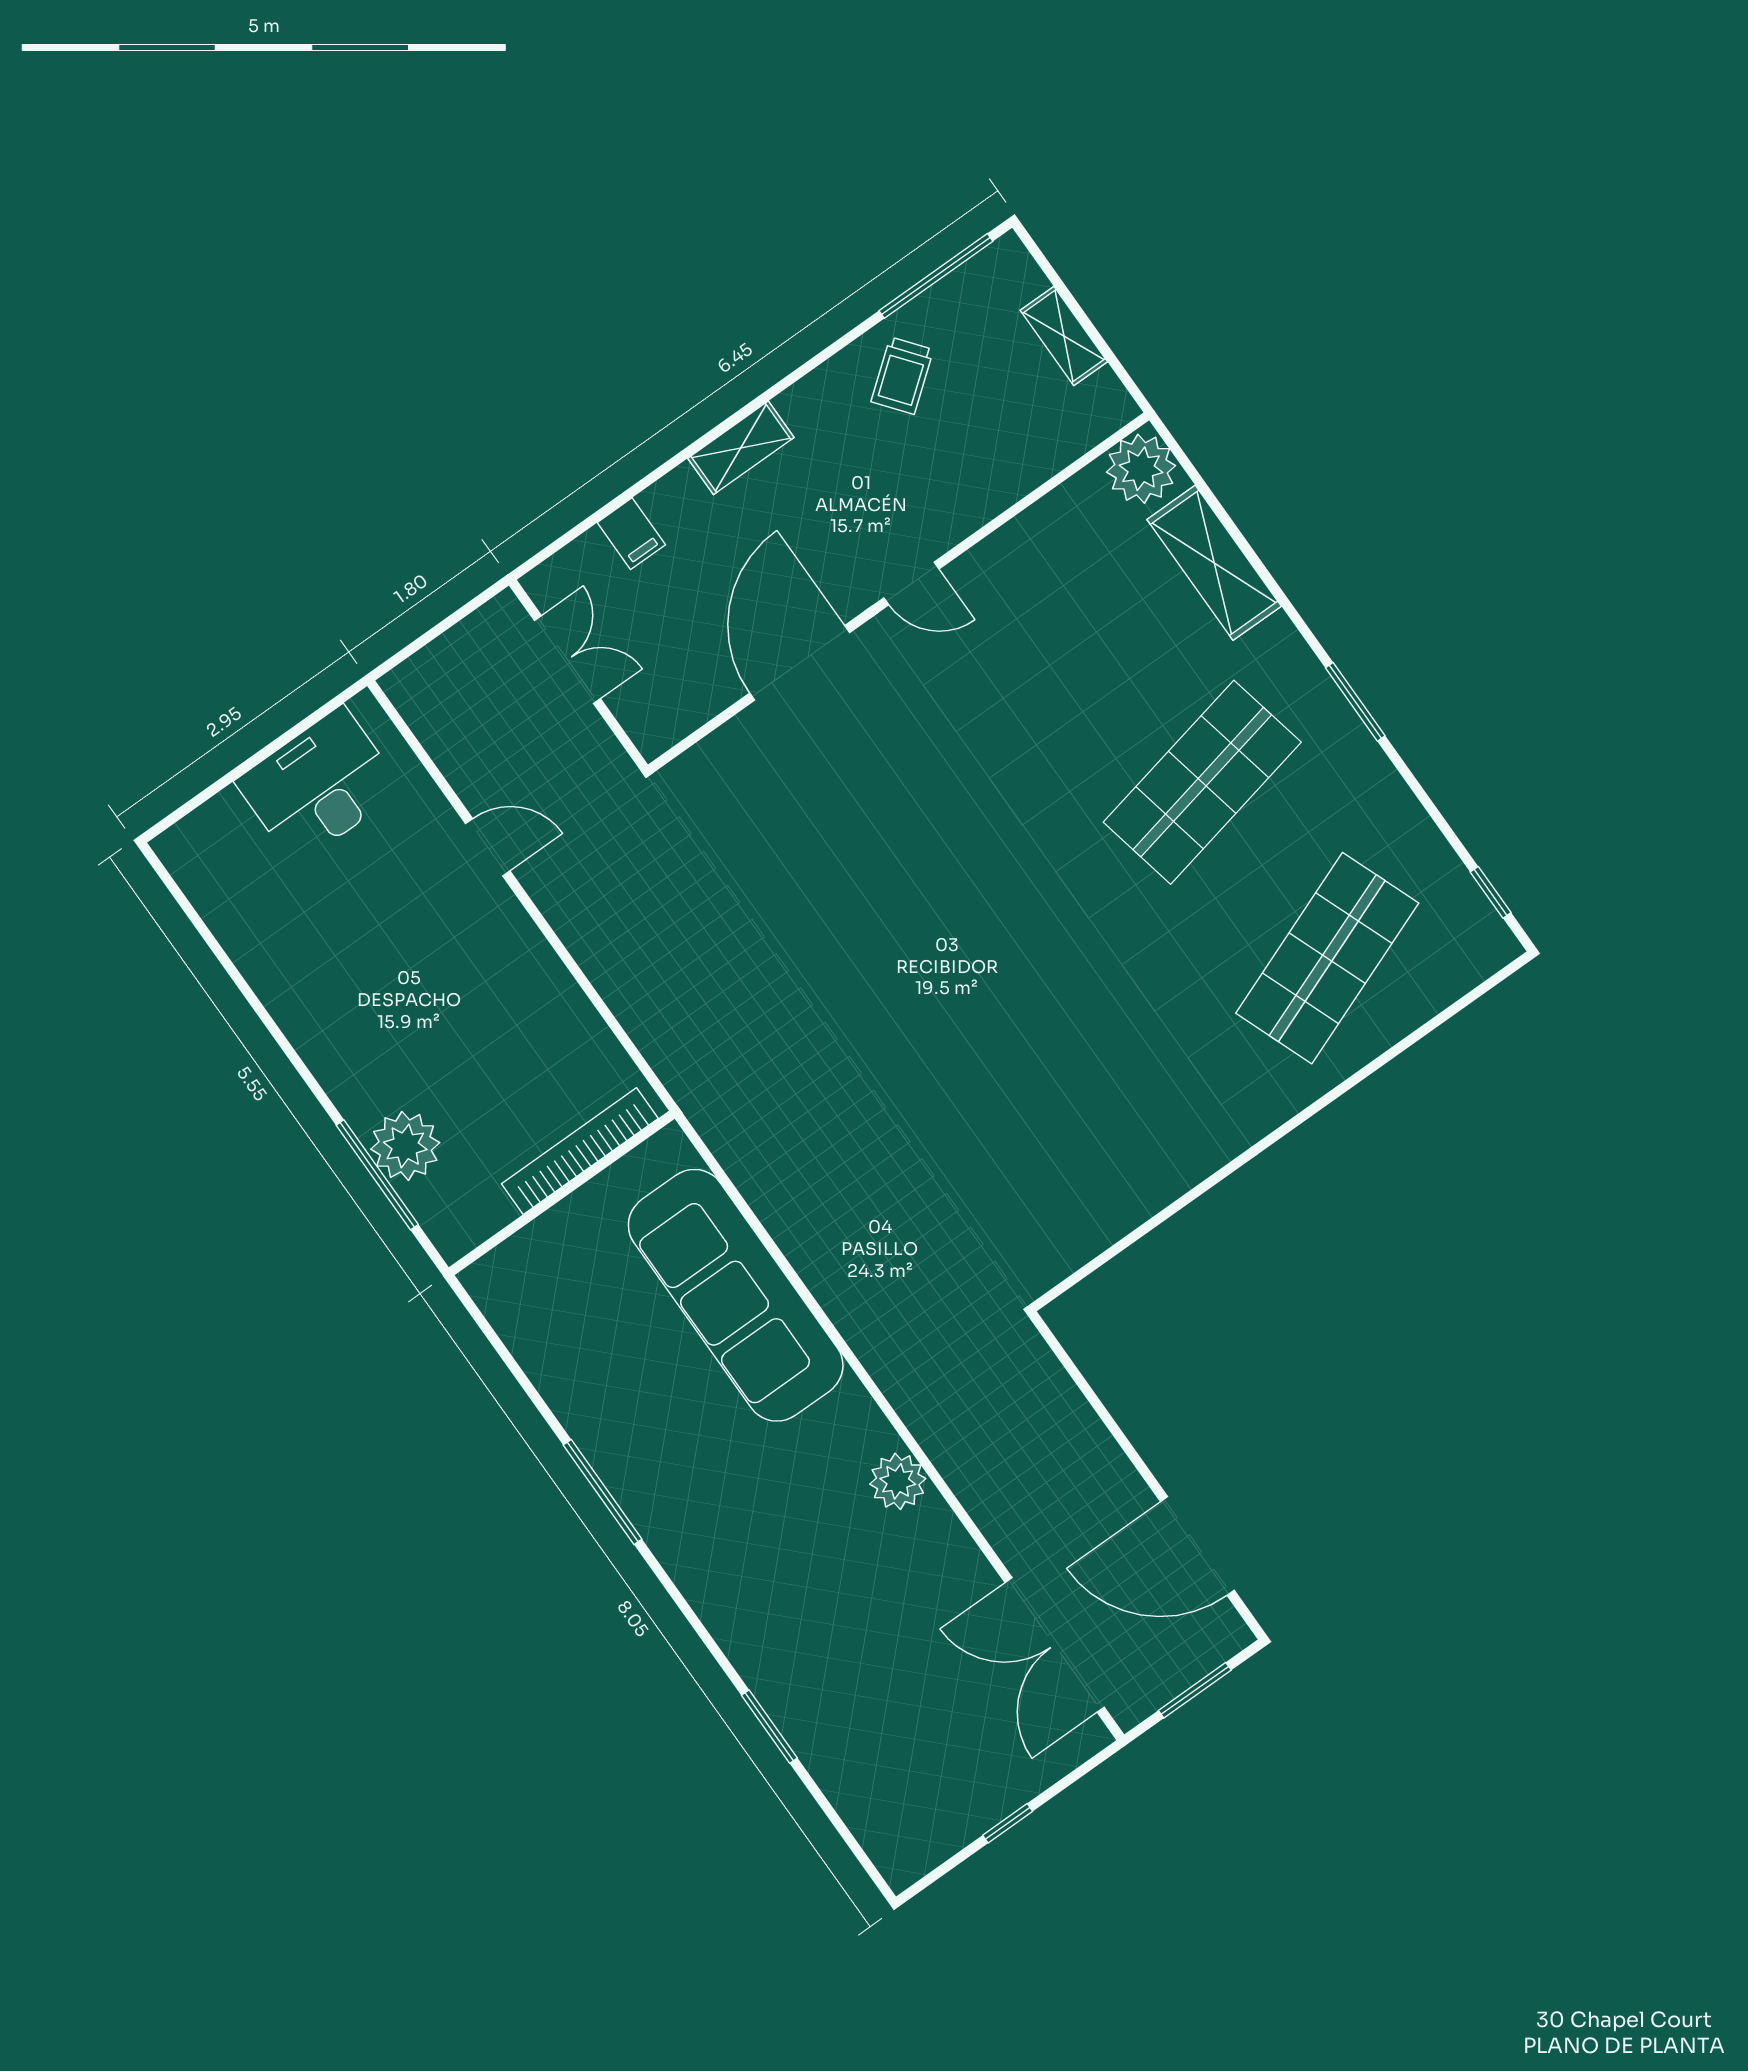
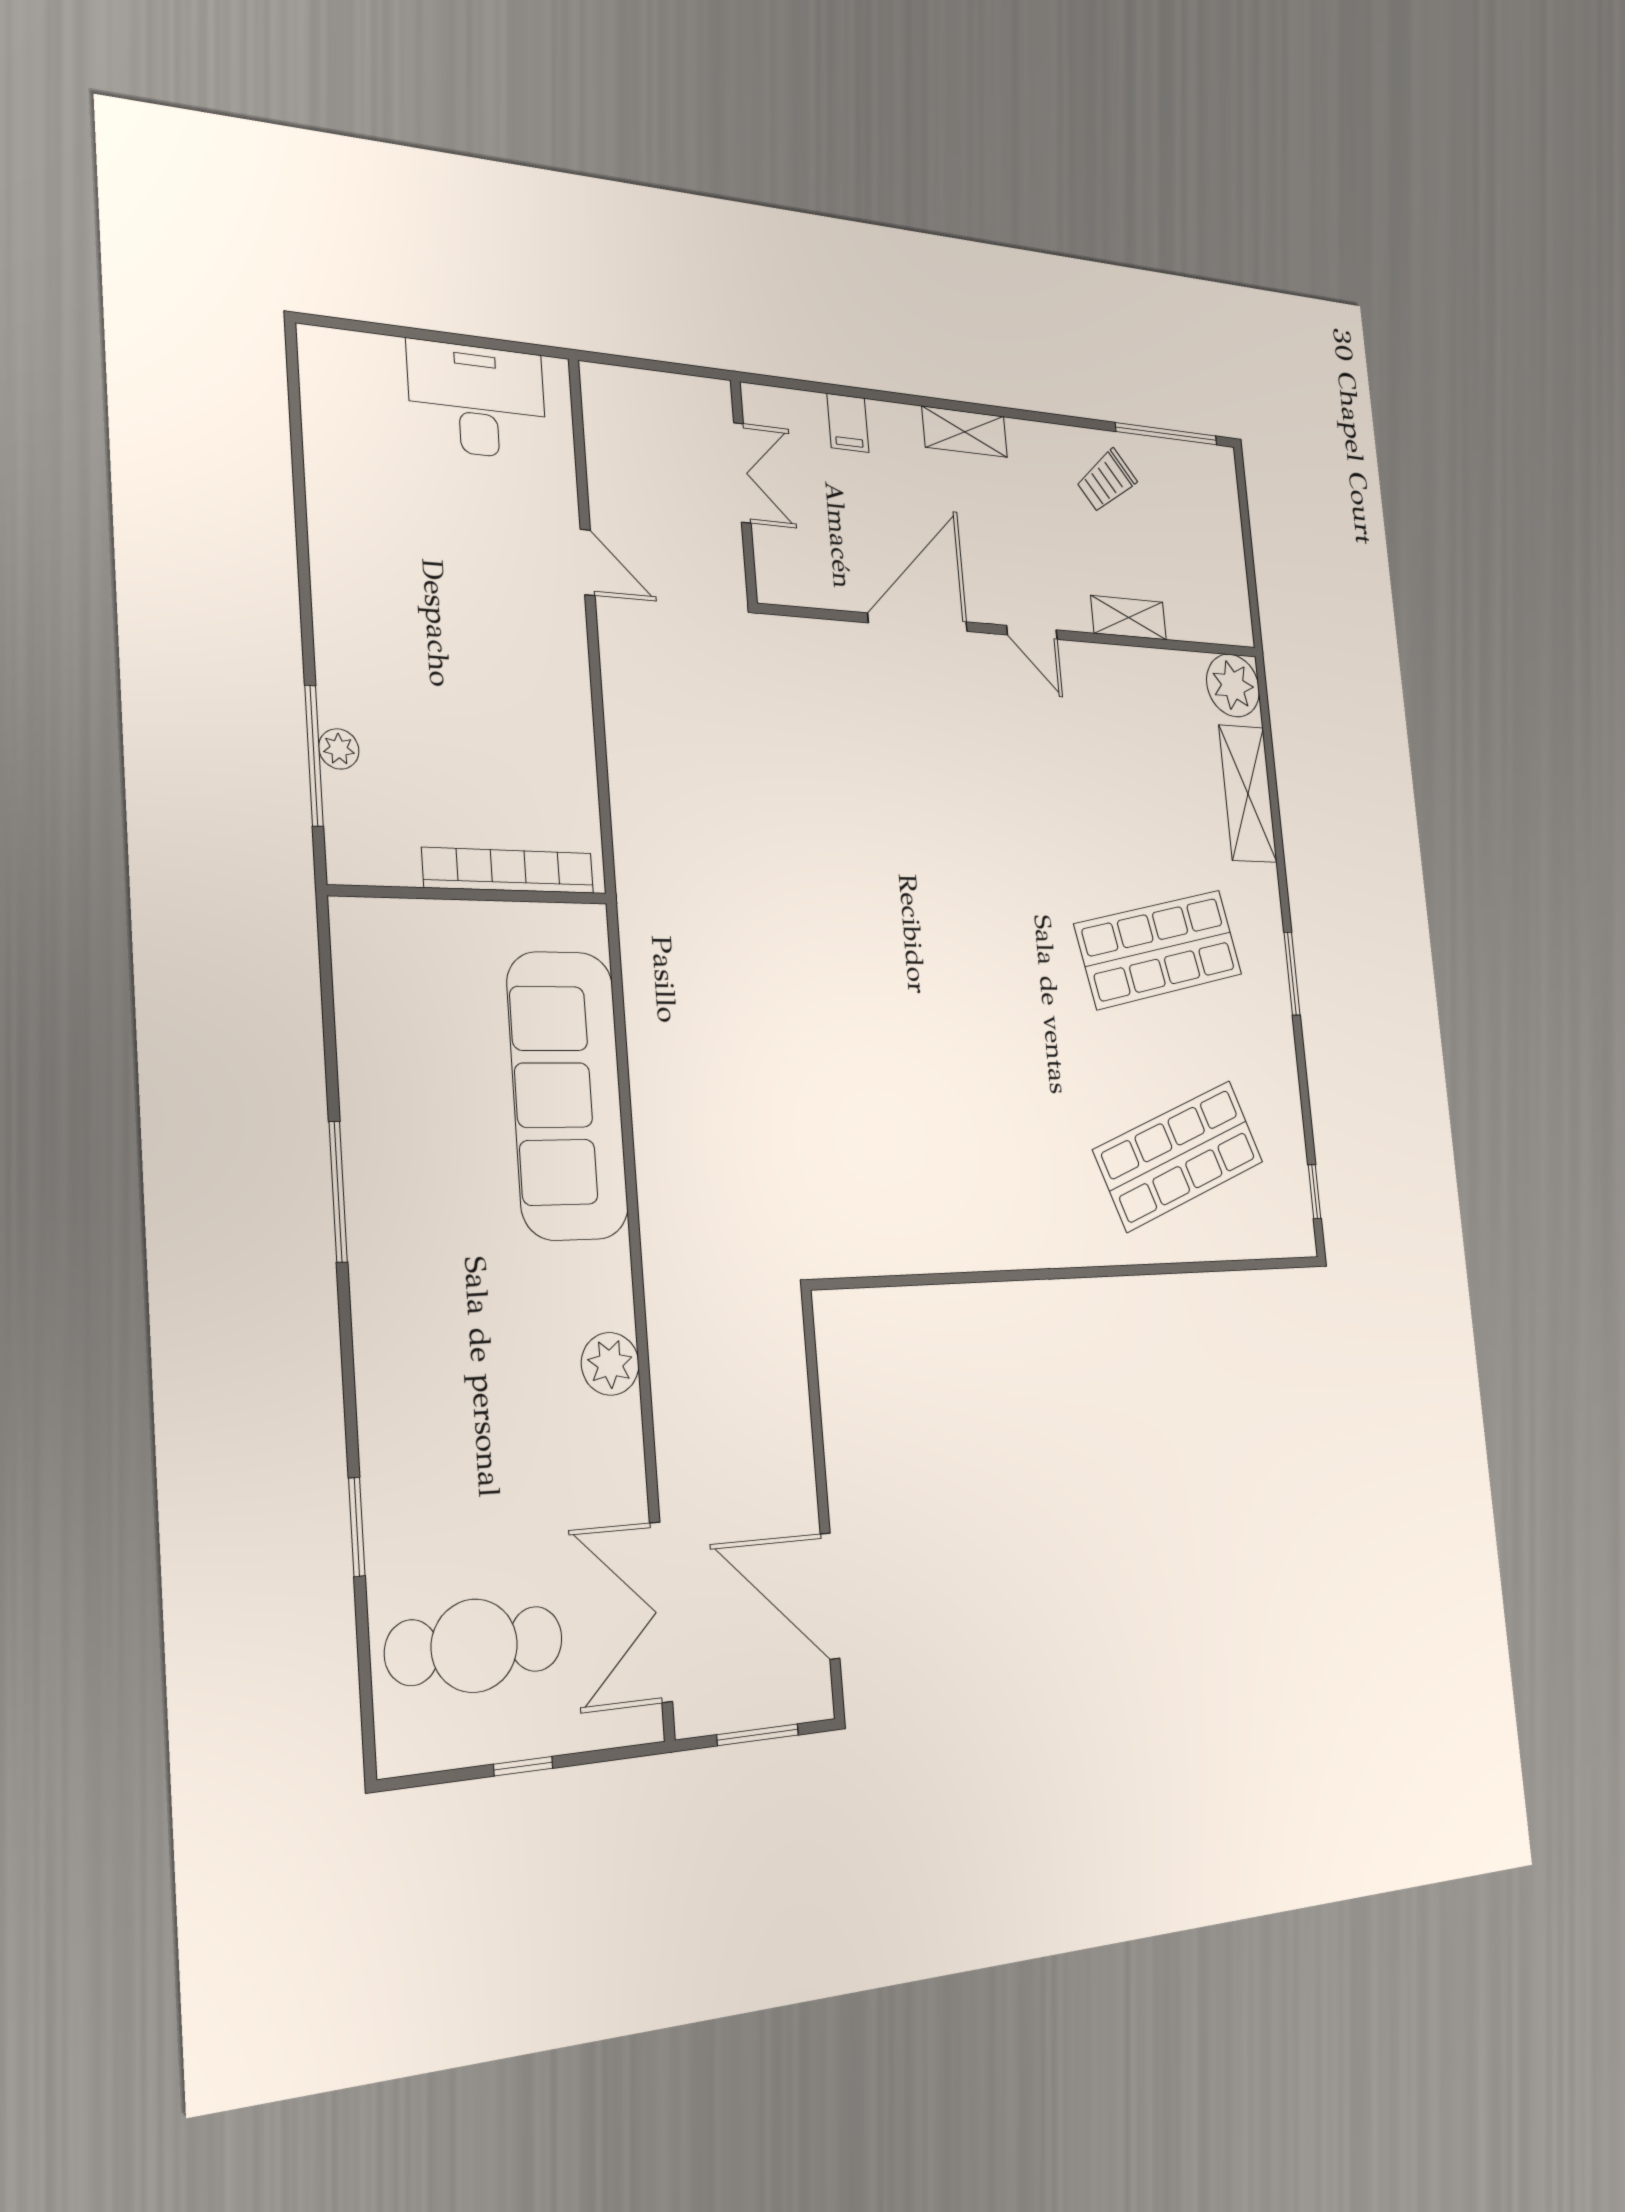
shelving: (1064, 336) -> (1129, 618), moved, turned 90
plant: (405, 1146) -> (339, 749), width x0.53, depth x0.53
cafe table: (915, 1758) -> (474, 1646), added

